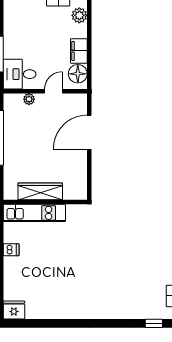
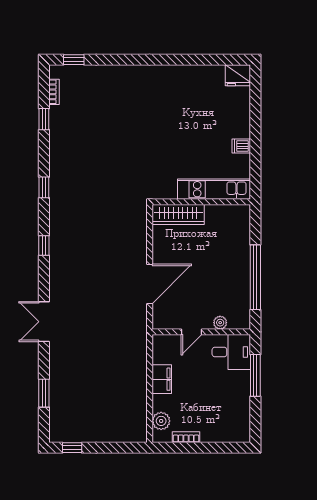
floor lamp: (78, 74) -> (163, 352), removed
wardrobe: (40, 191) -> (178, 214), moved

